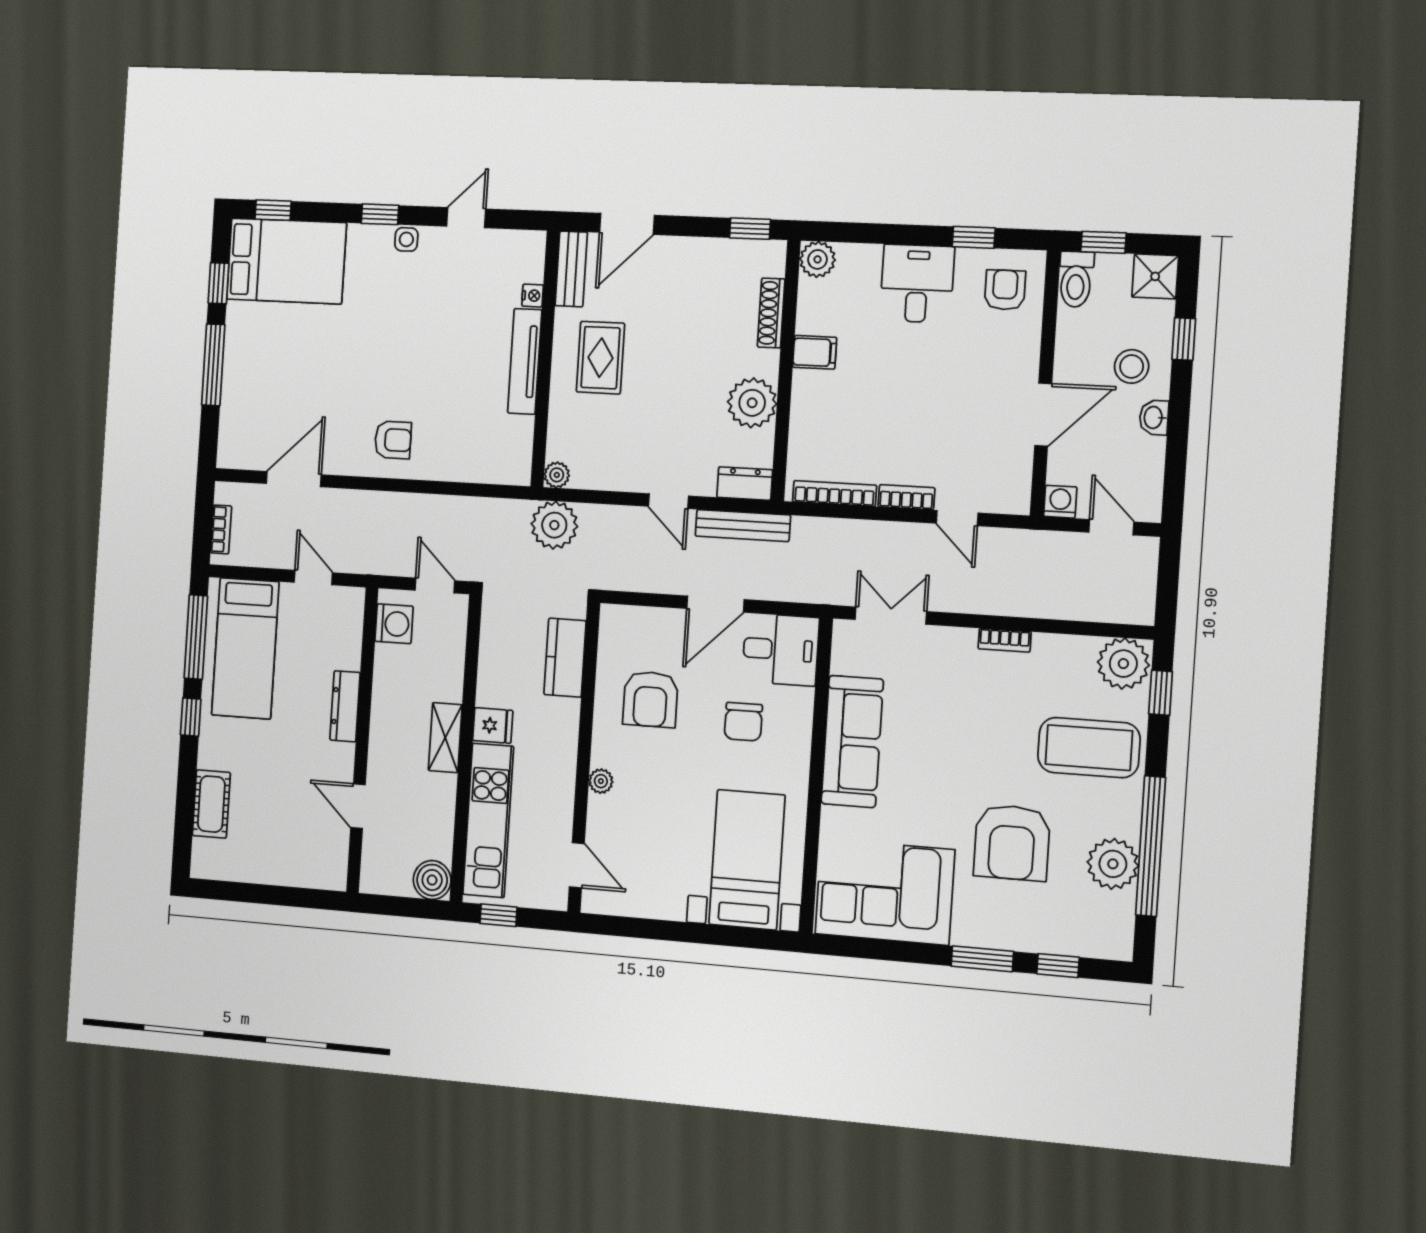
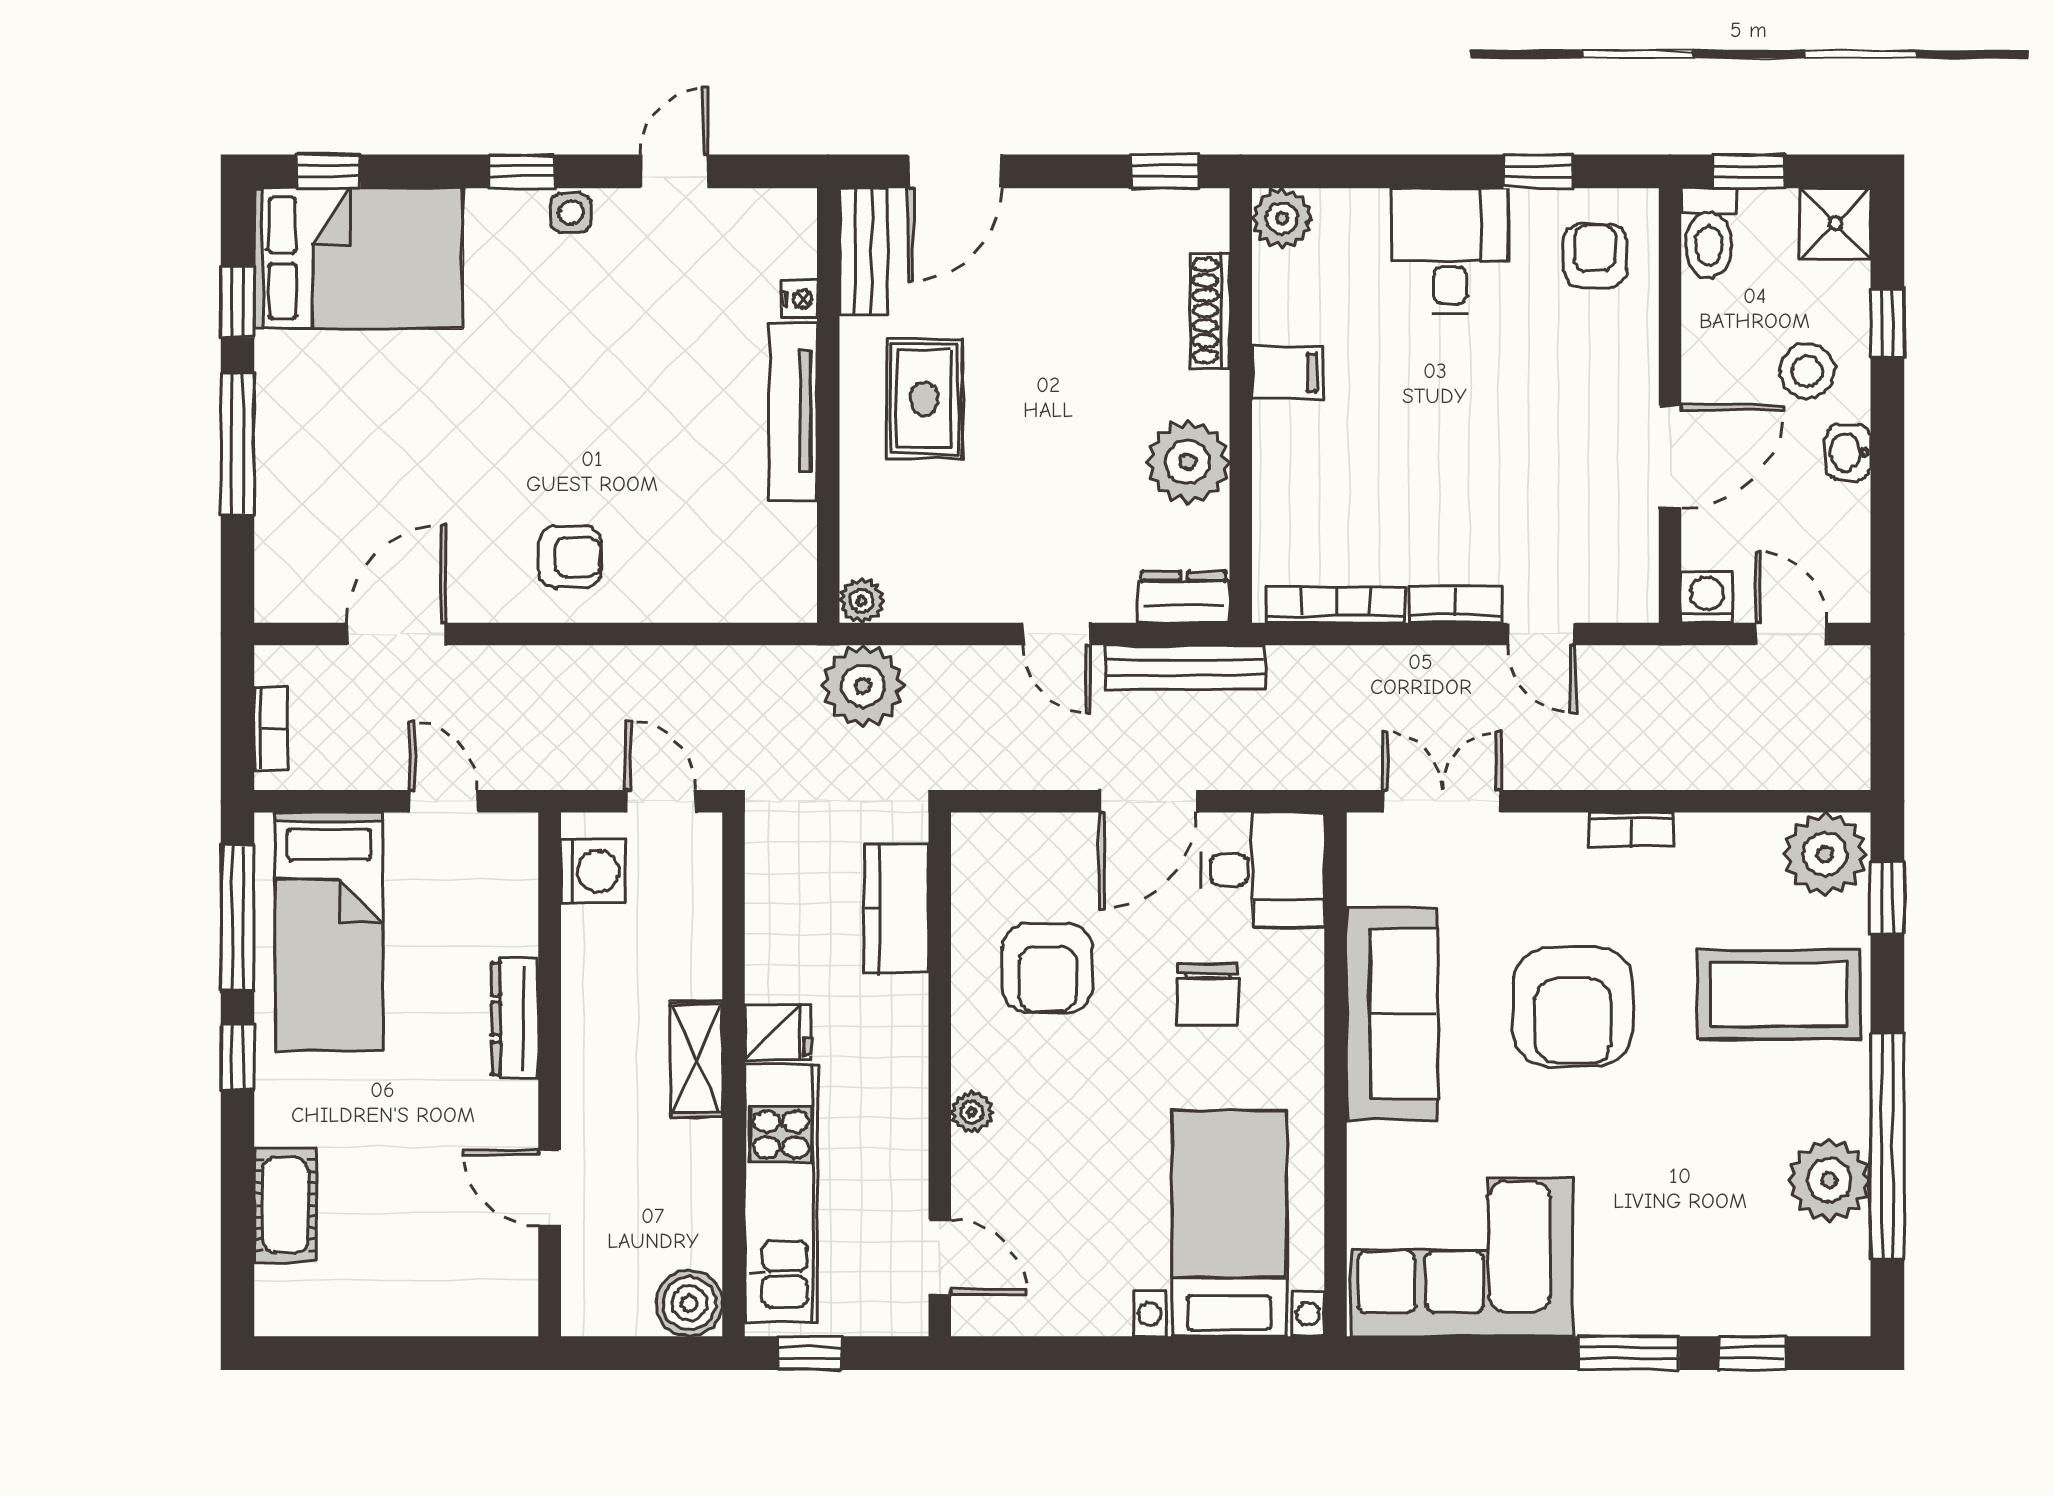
armchair: (1012, 843) -> (1573, 1007), moved

